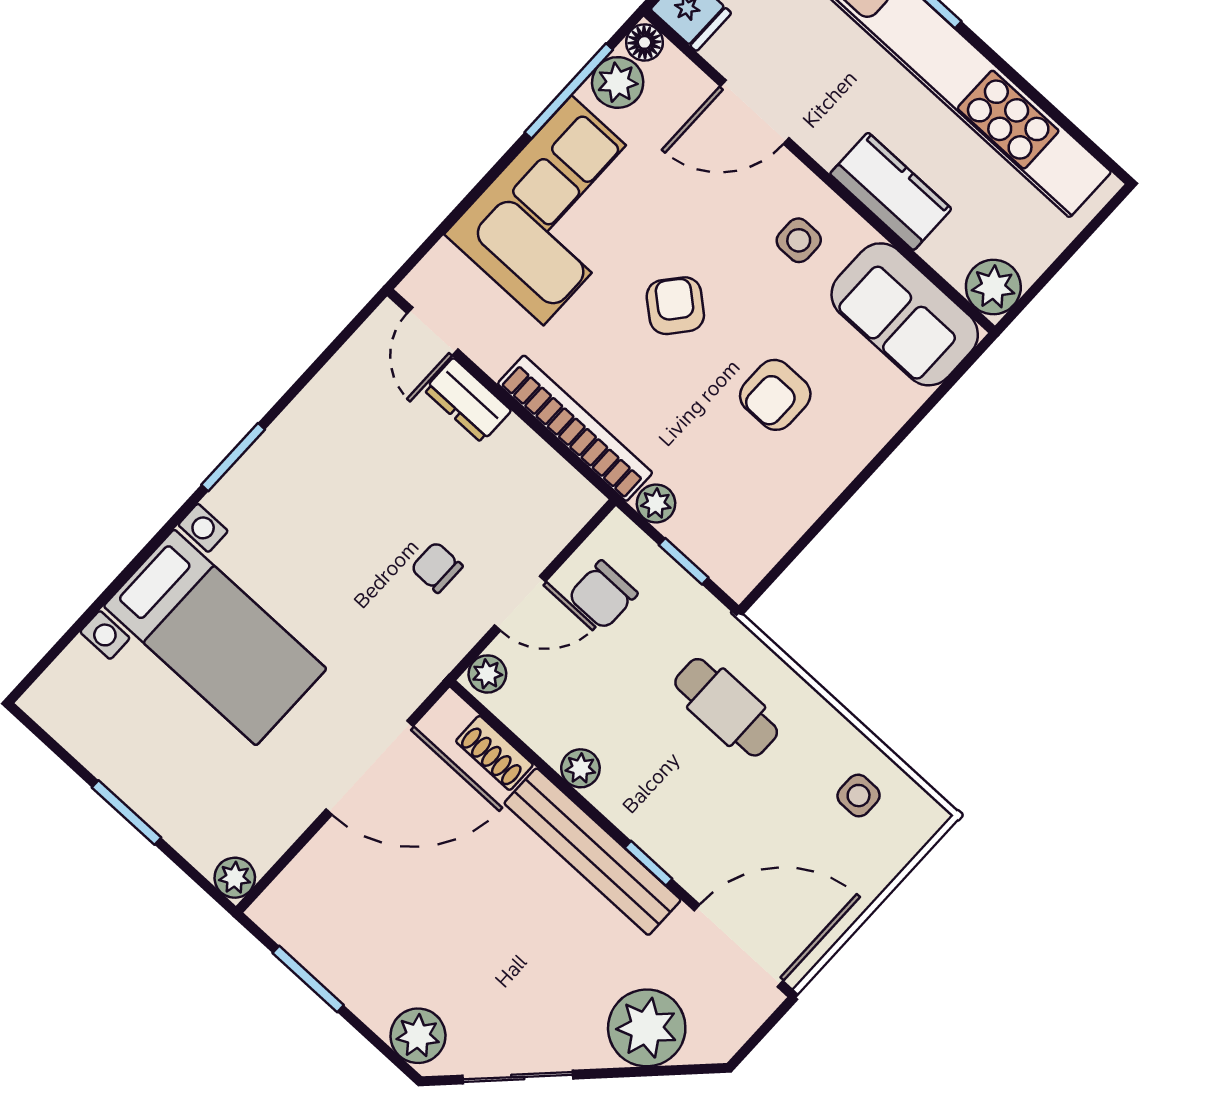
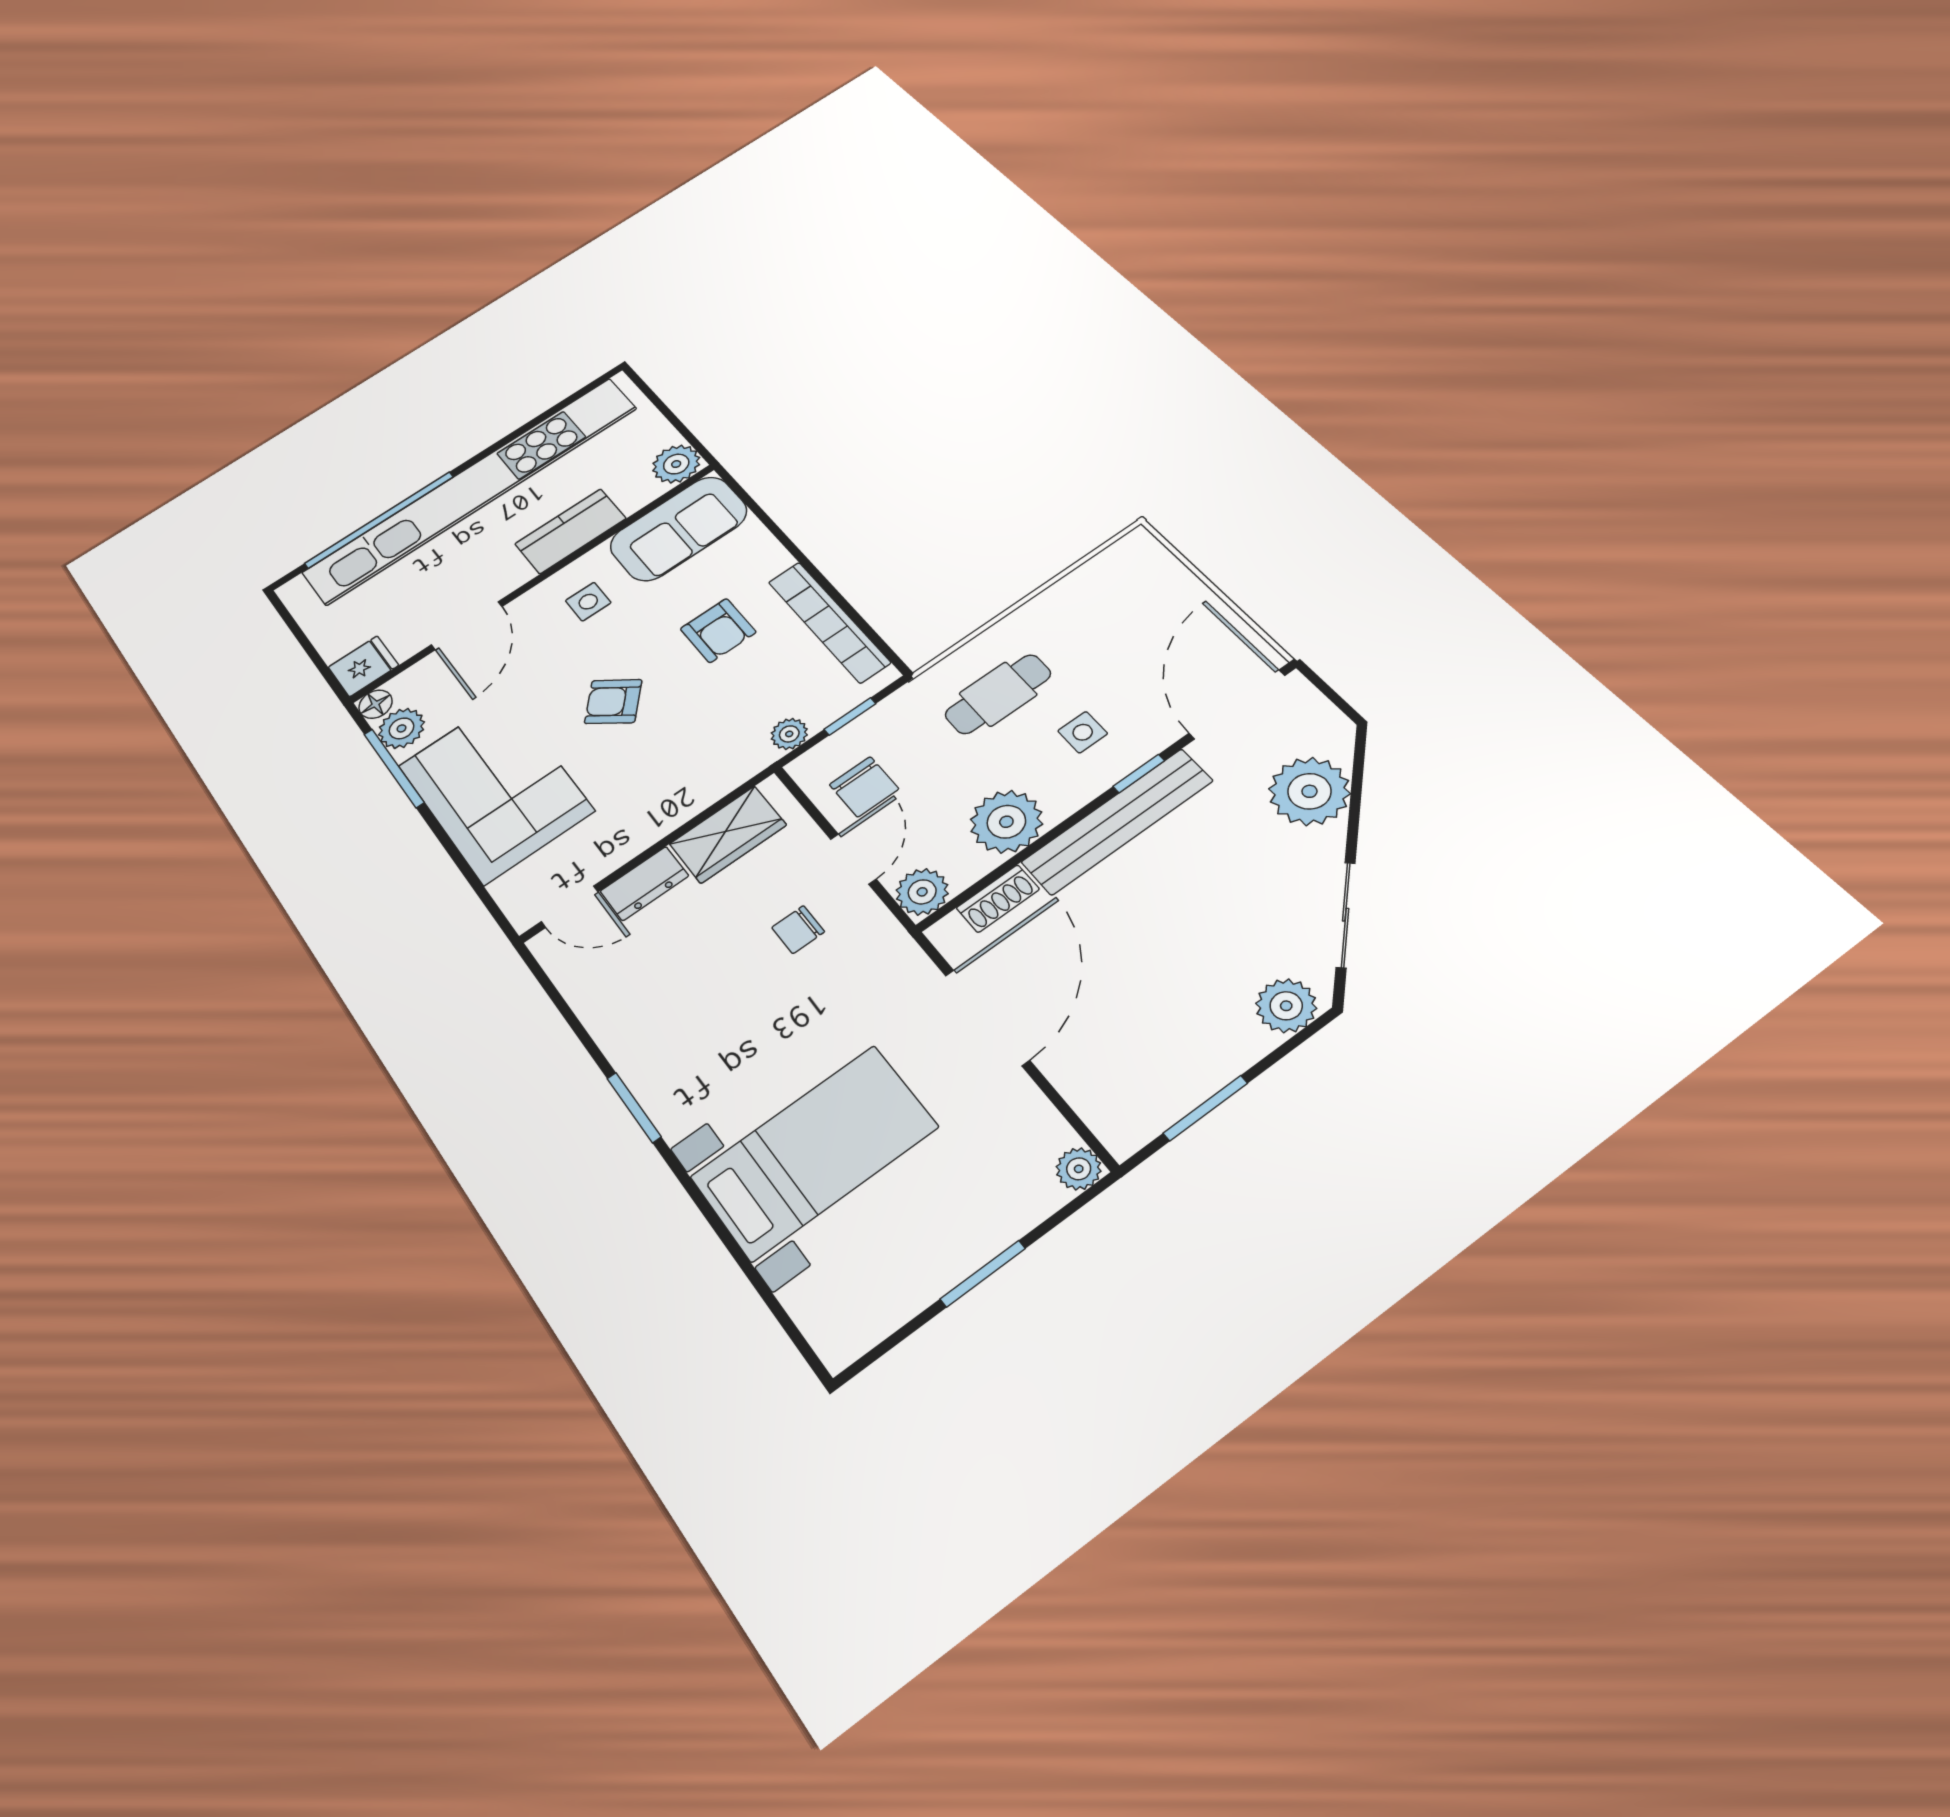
bookcase: (575, 428) -> (829, 622), moved, turned -90
wardrobe: (532, 470) -> (728, 834), added
plant: (487, 674) -> (922, 892), width x1.38, depth x1.38
plant: (580, 768) -> (1006, 822), width x1.87, depth x1.87
side table: (859, 796) -> (1083, 732), moved

